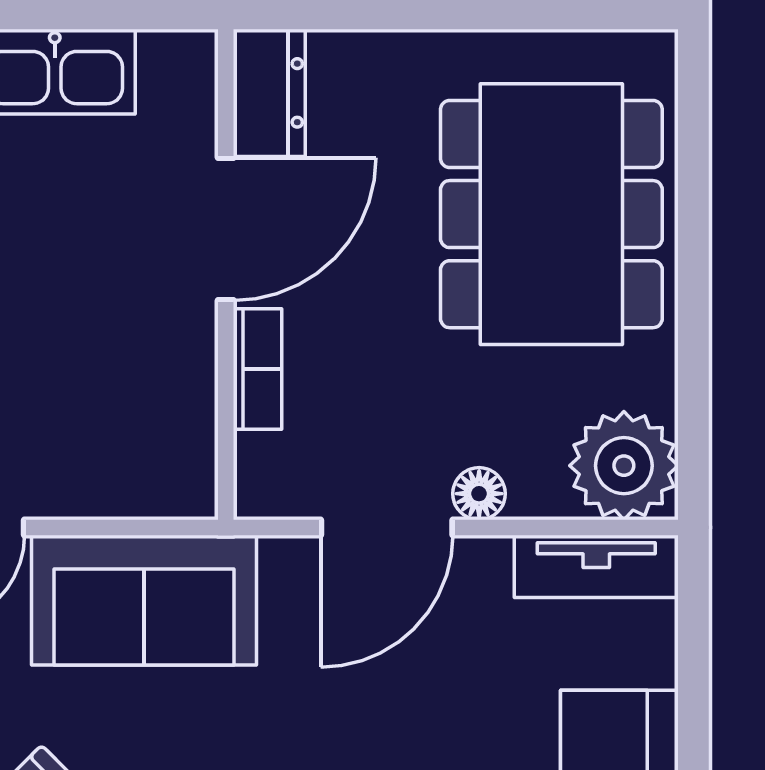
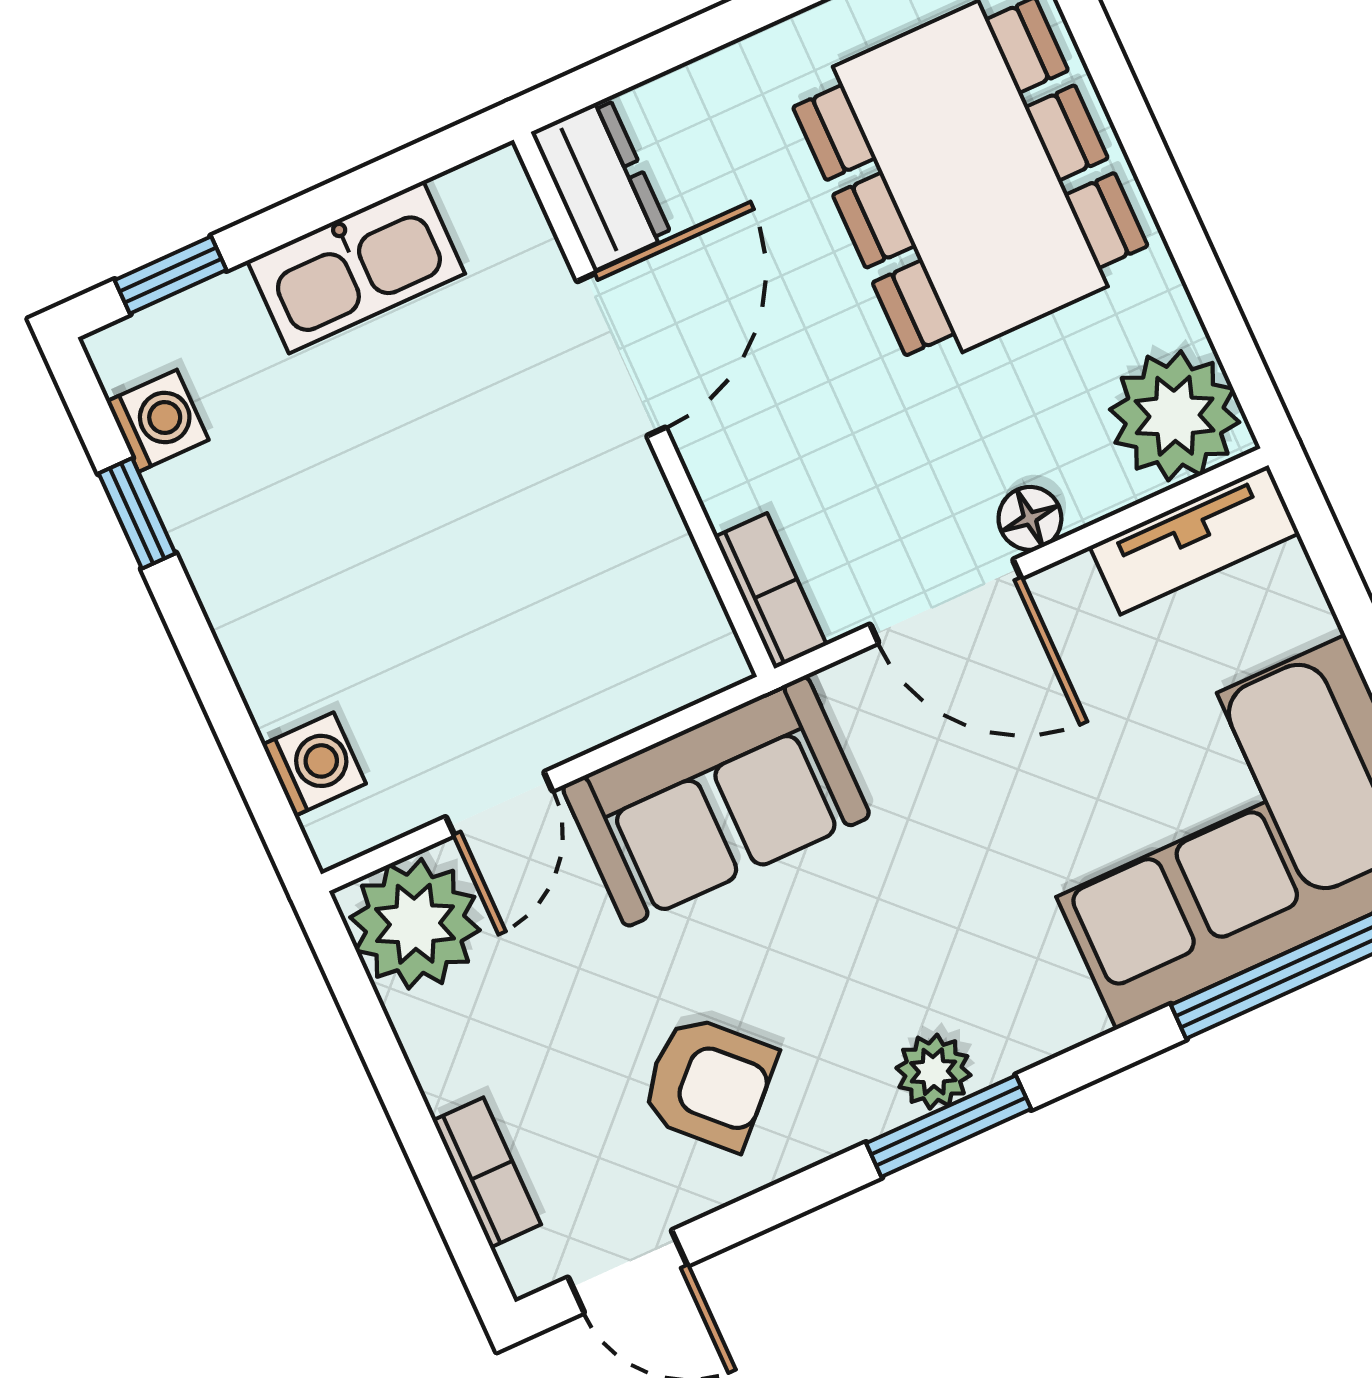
bookcase: (258, 369) -> (771, 591), moved
door: (387, 527) -> (946, 601), hinge flipped

